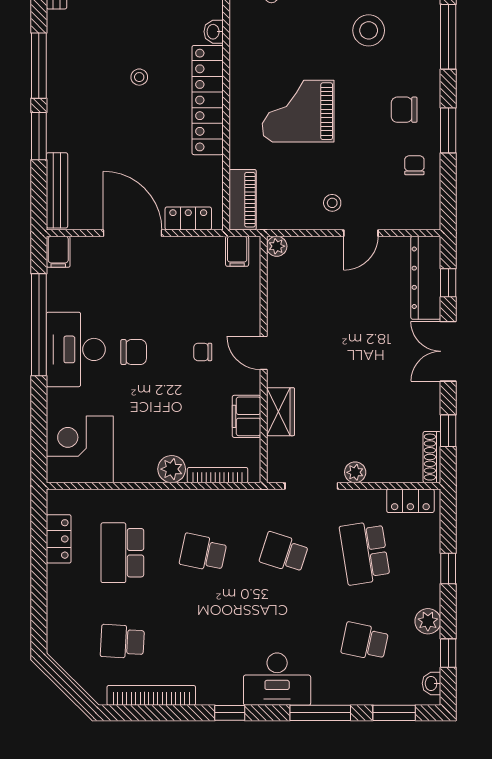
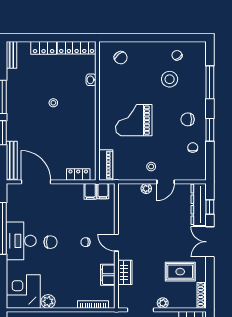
locker: (208, 100) -> (88, 114), removed
door: (133, 233) -> (36, 182), moved
plant: (277, 246) -> (146, 189), moved
filing cabinet: (58, 252) -> (90, 191), moved
rug: (390, 410) -> (180, 272), added
window: (448, 431) -> (210, 282), removed
plant: (172, 469) -> (48, 301), moved

